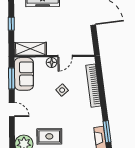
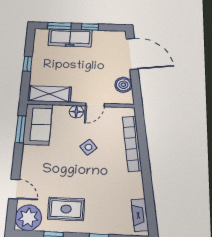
boiler: (86, 38) -> (123, 85), added
door: (12, 110) -> (14, 189), moved
window: (107, 132) -> (150, 207), removed

